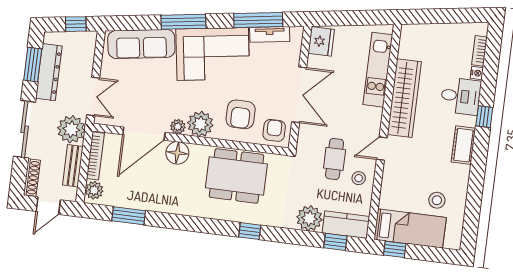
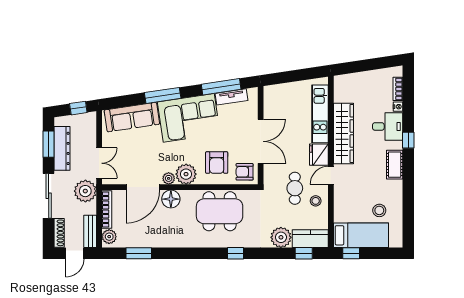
fridge: (321, 41) -> (319, 155), moved, turned 180
armchair: (274, 130) -> (245, 172), turned -90
bench: (73, 166) -> (90, 231), moved

